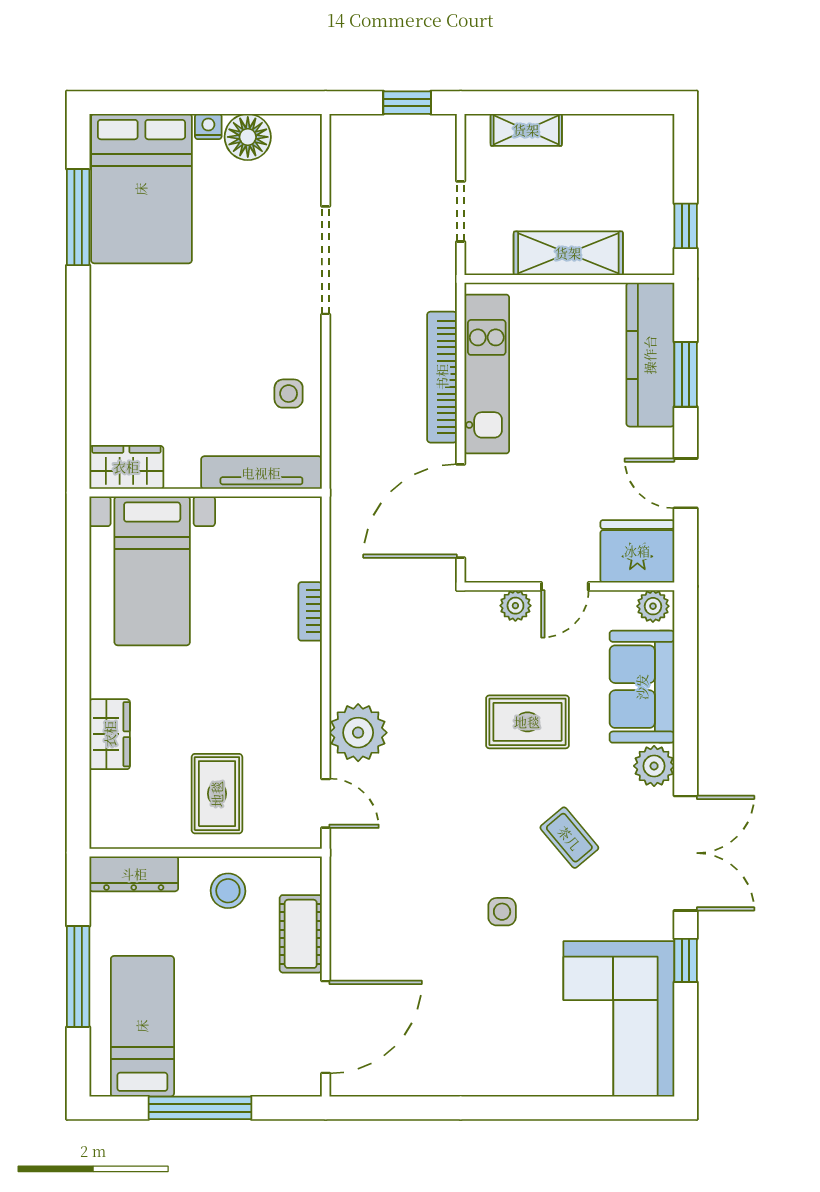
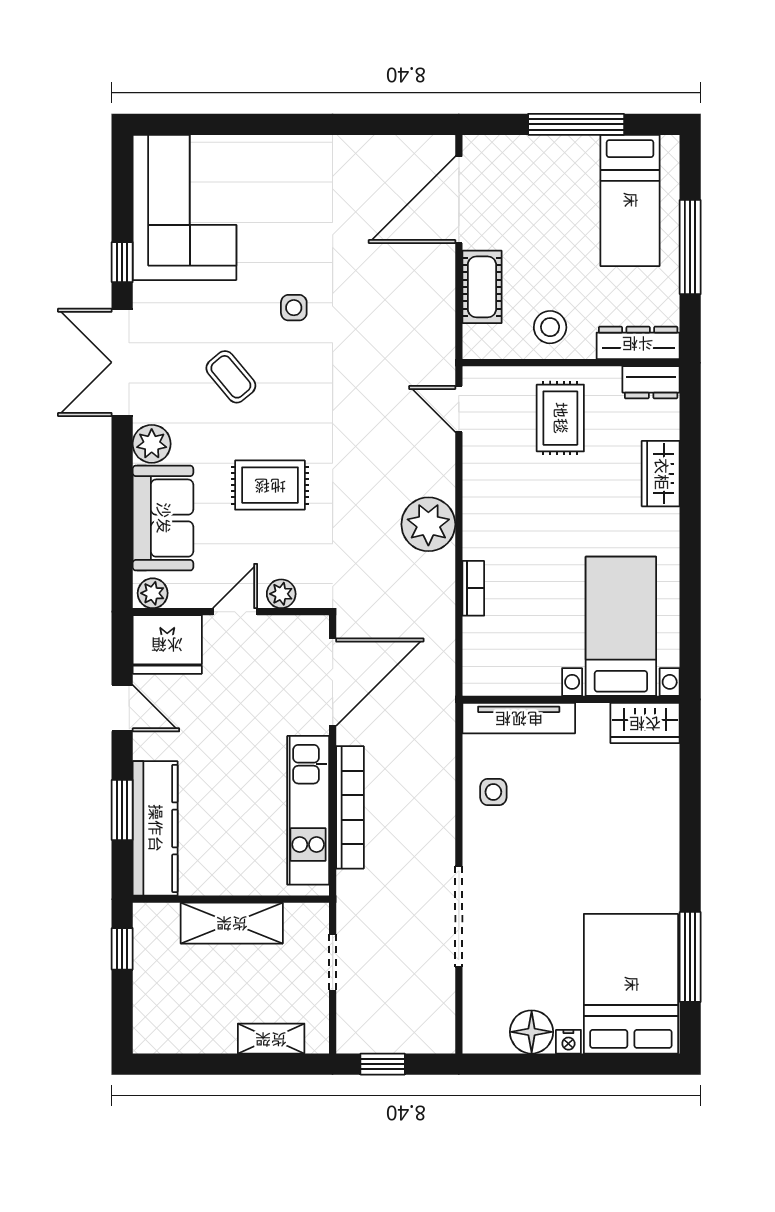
plant: (358, 733) -> (428, 524), moved
dresser: (120, 832) -> (651, 382), added

